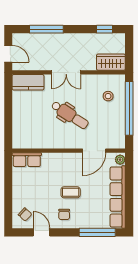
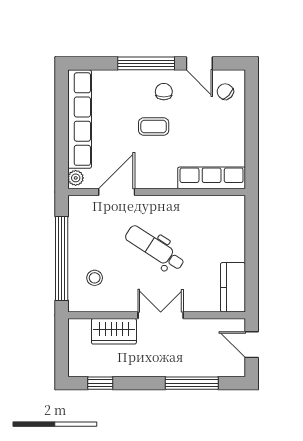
wardrobe: (111, 62) -> (114, 331), moved
kitchen counter: (28, 82) -> (233, 287), moved, turned -90
row of seats: (27, 160) -> (212, 178), width x1.48
window: (97, 232) -> (146, 63), moved

